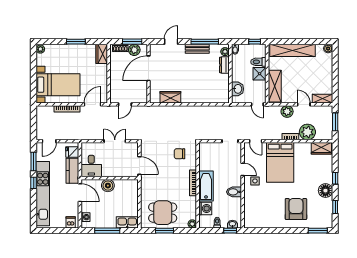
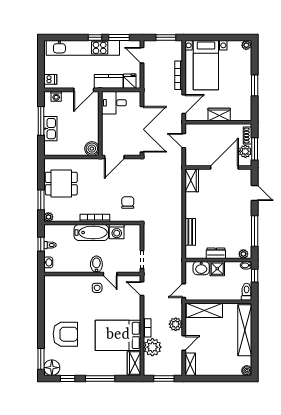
window: (255, 42) -> (255, 276), moved
bench: (197, 49) -> (190, 232), moved
wardrobe: (102, 54) -> (219, 115), moved
toilet: (258, 62) -> (247, 292), moved
dresser: (224, 65) -> (216, 253), moved
door: (148, 68) -> (224, 167), hinge flipped
shower: (260, 74) -> (217, 269), moved
wardrobe: (170, 97) -> (192, 180), moved
door: (93, 104) -> (184, 104), hinge flipped
window: (34, 120) -> (166, 37), added
double door: (115, 141) -> (142, 129), width x1.87
door: (256, 141) -> (142, 289), hinge flipped
bed: (280, 162) -> (118, 335), moved
door: (243, 169) -> (110, 274), hinge flipped
window: (335, 178) -> (100, 378), width x2.17
boiler: (108, 186) -> (92, 149), moved
floor lamp: (325, 191) -> (52, 368), moved
bidet: (234, 192) -> (96, 264), moved
washing machine: (205, 208) -> (117, 232), moved
dining table: (163, 213) -> (61, 184), turned 90
kitchen sink: (127, 222) -> (50, 129), moved
window: (165, 231) -> (41, 200), moved
window: (230, 231) -> (41, 244), moved

